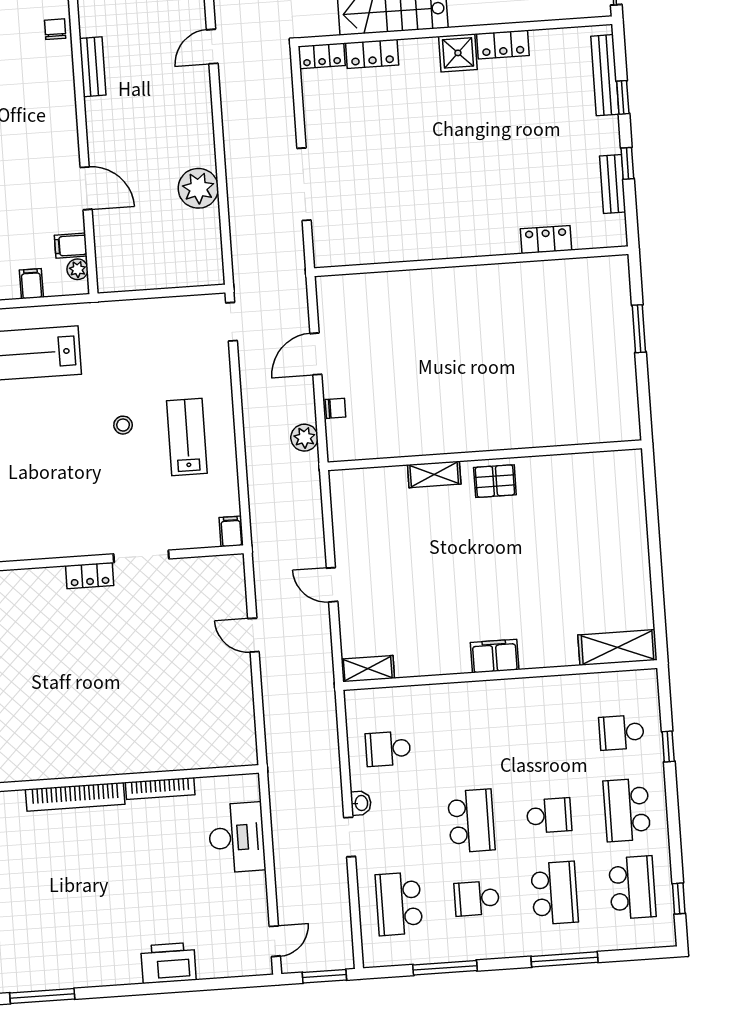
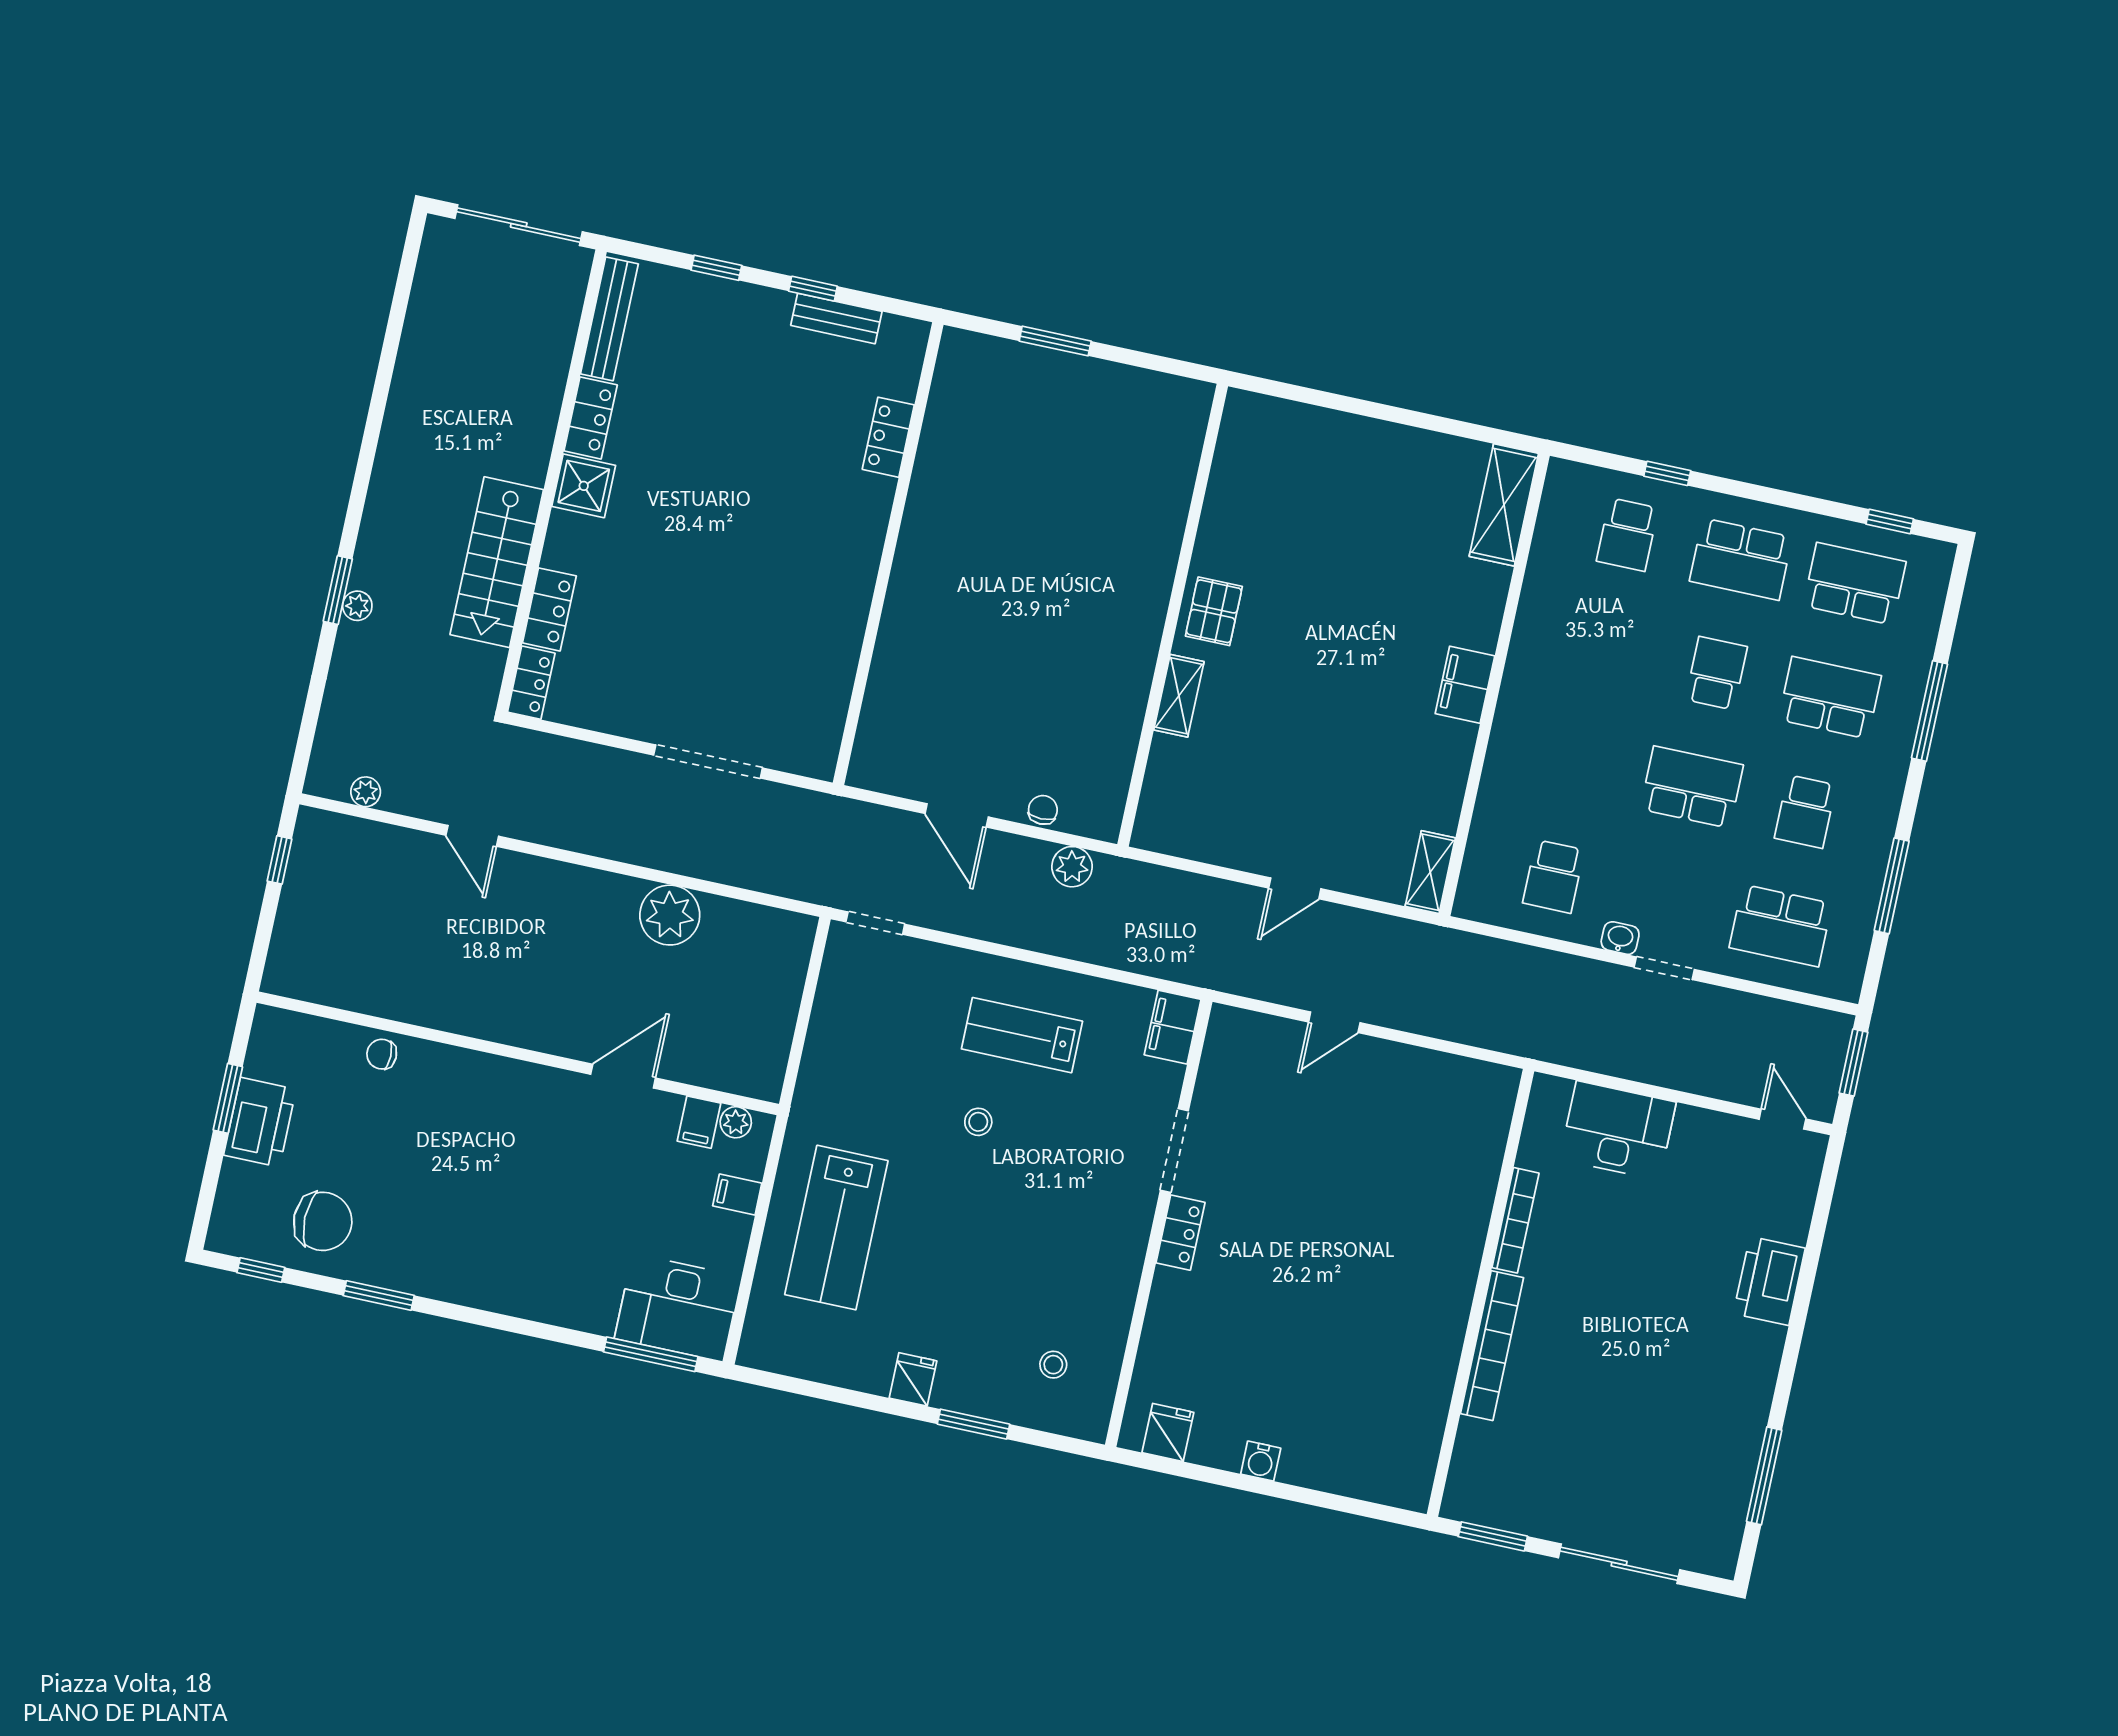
bench: (93, 67) -> (451, 1016), removed
bench: (605, 75) -> (609, 319), moved, turned 90
filing cabinet: (231, 531) -> (1173, 1027), width x2.00

